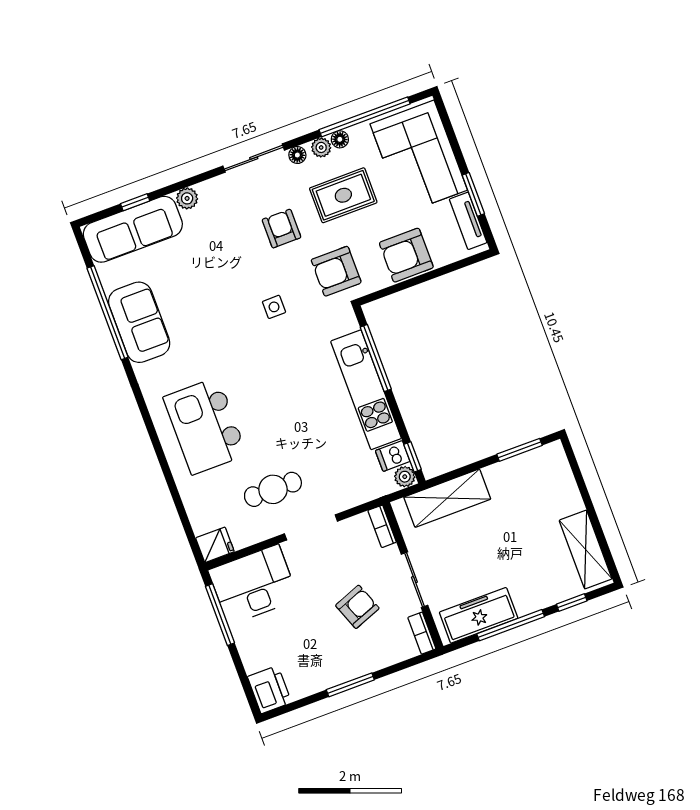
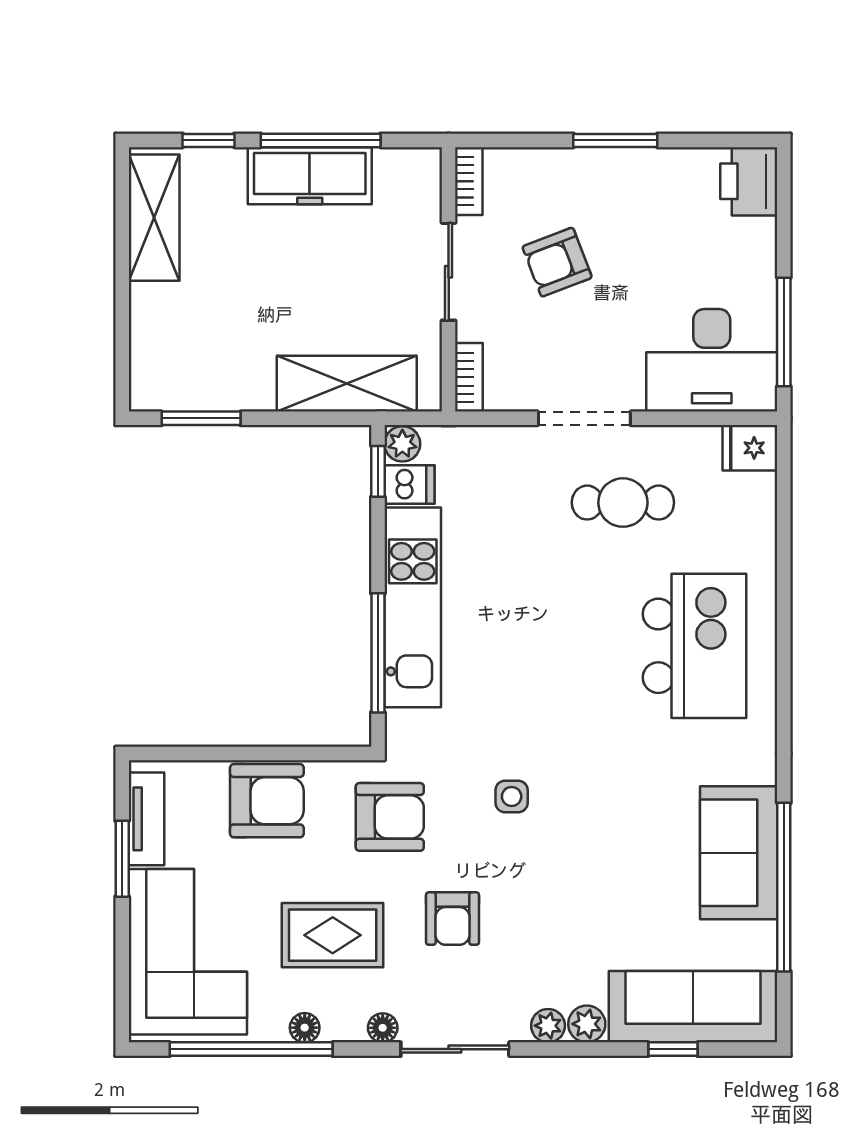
plant: (321, 147) -> (548, 1026), moved
freezer: (479, 615) -> (310, 176), moved

